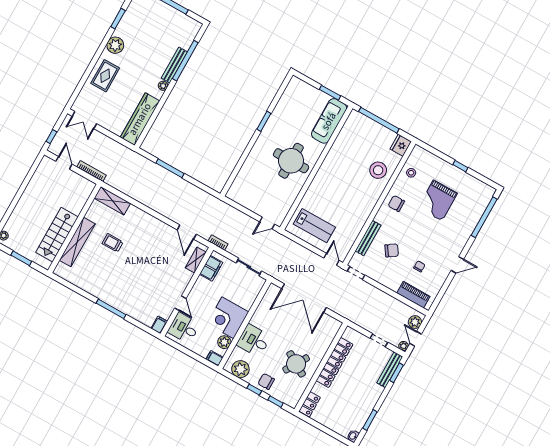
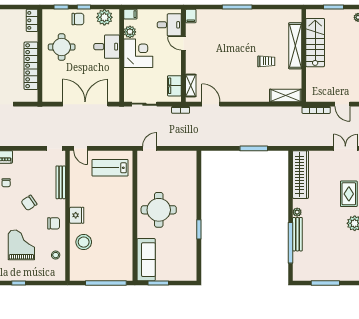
fridge: (401, 145) -> (77, 215), moved
chair: (392, 250) -> (29, 203), moved
round table: (296, 364) -> (62, 47), turned -31

